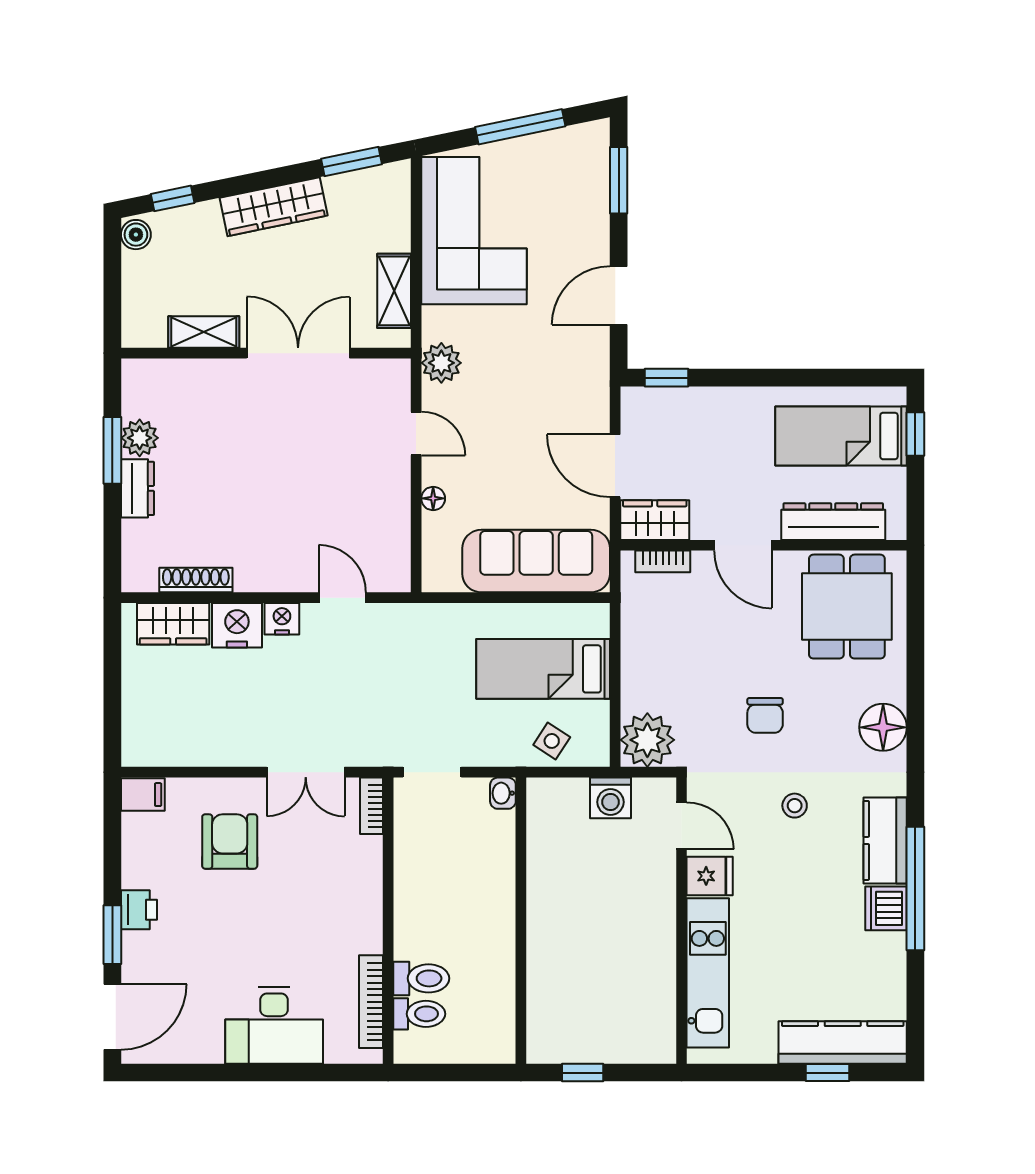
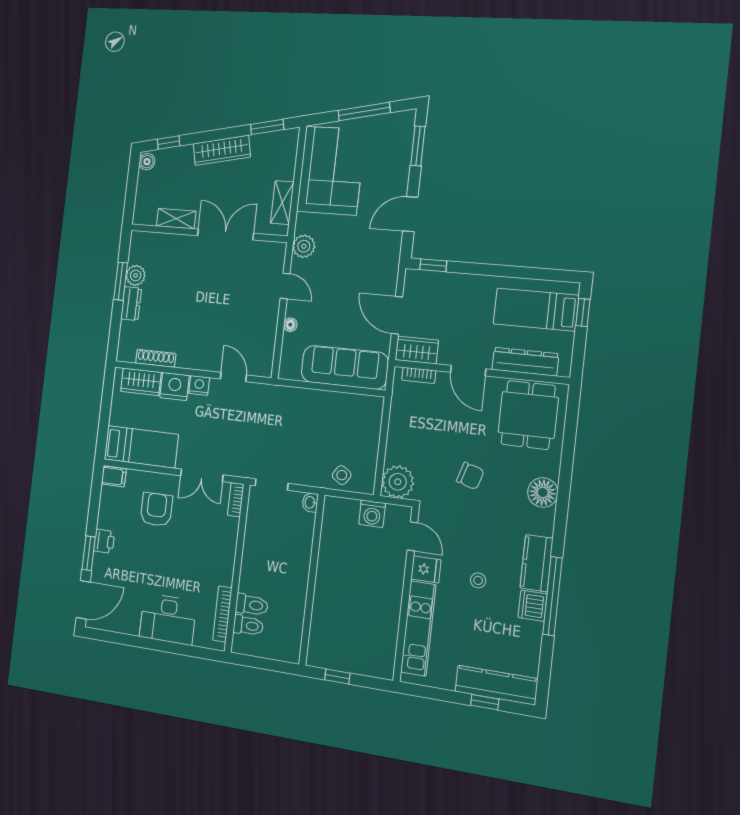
bed: (543, 669) -> (141, 447), moved, turned 180
chair: (765, 715) -> (470, 476), turned -73
stool: (795, 806) -> (478, 580), moved

